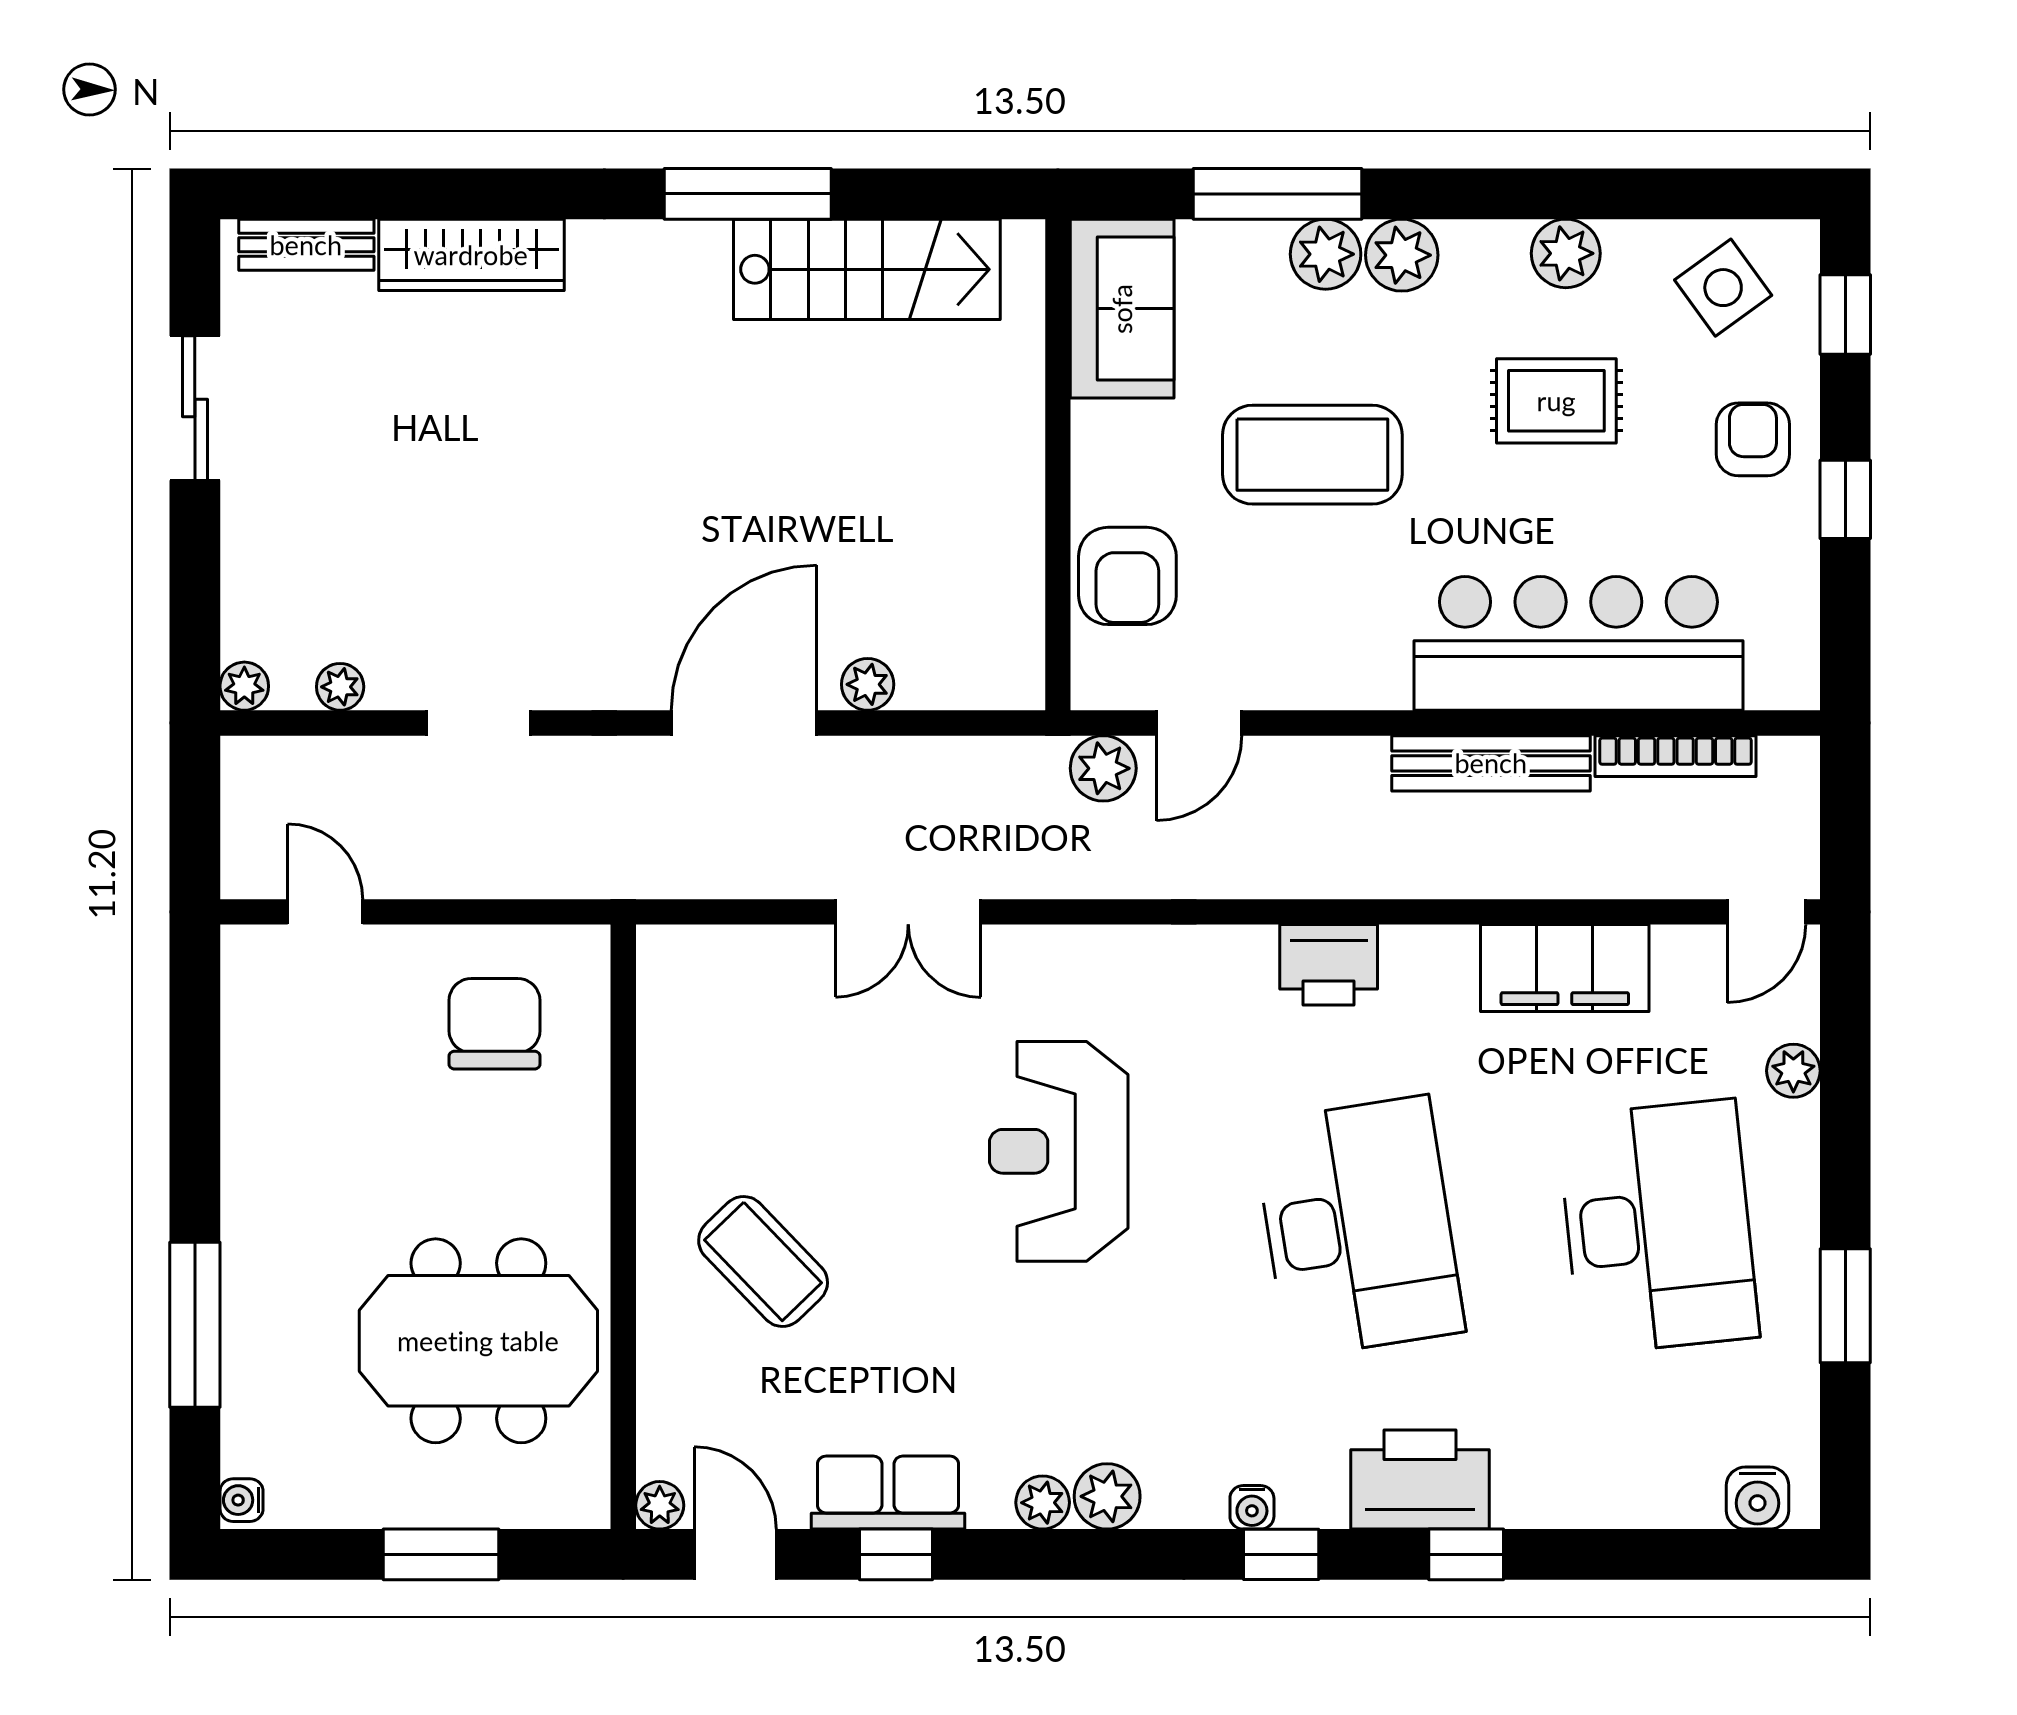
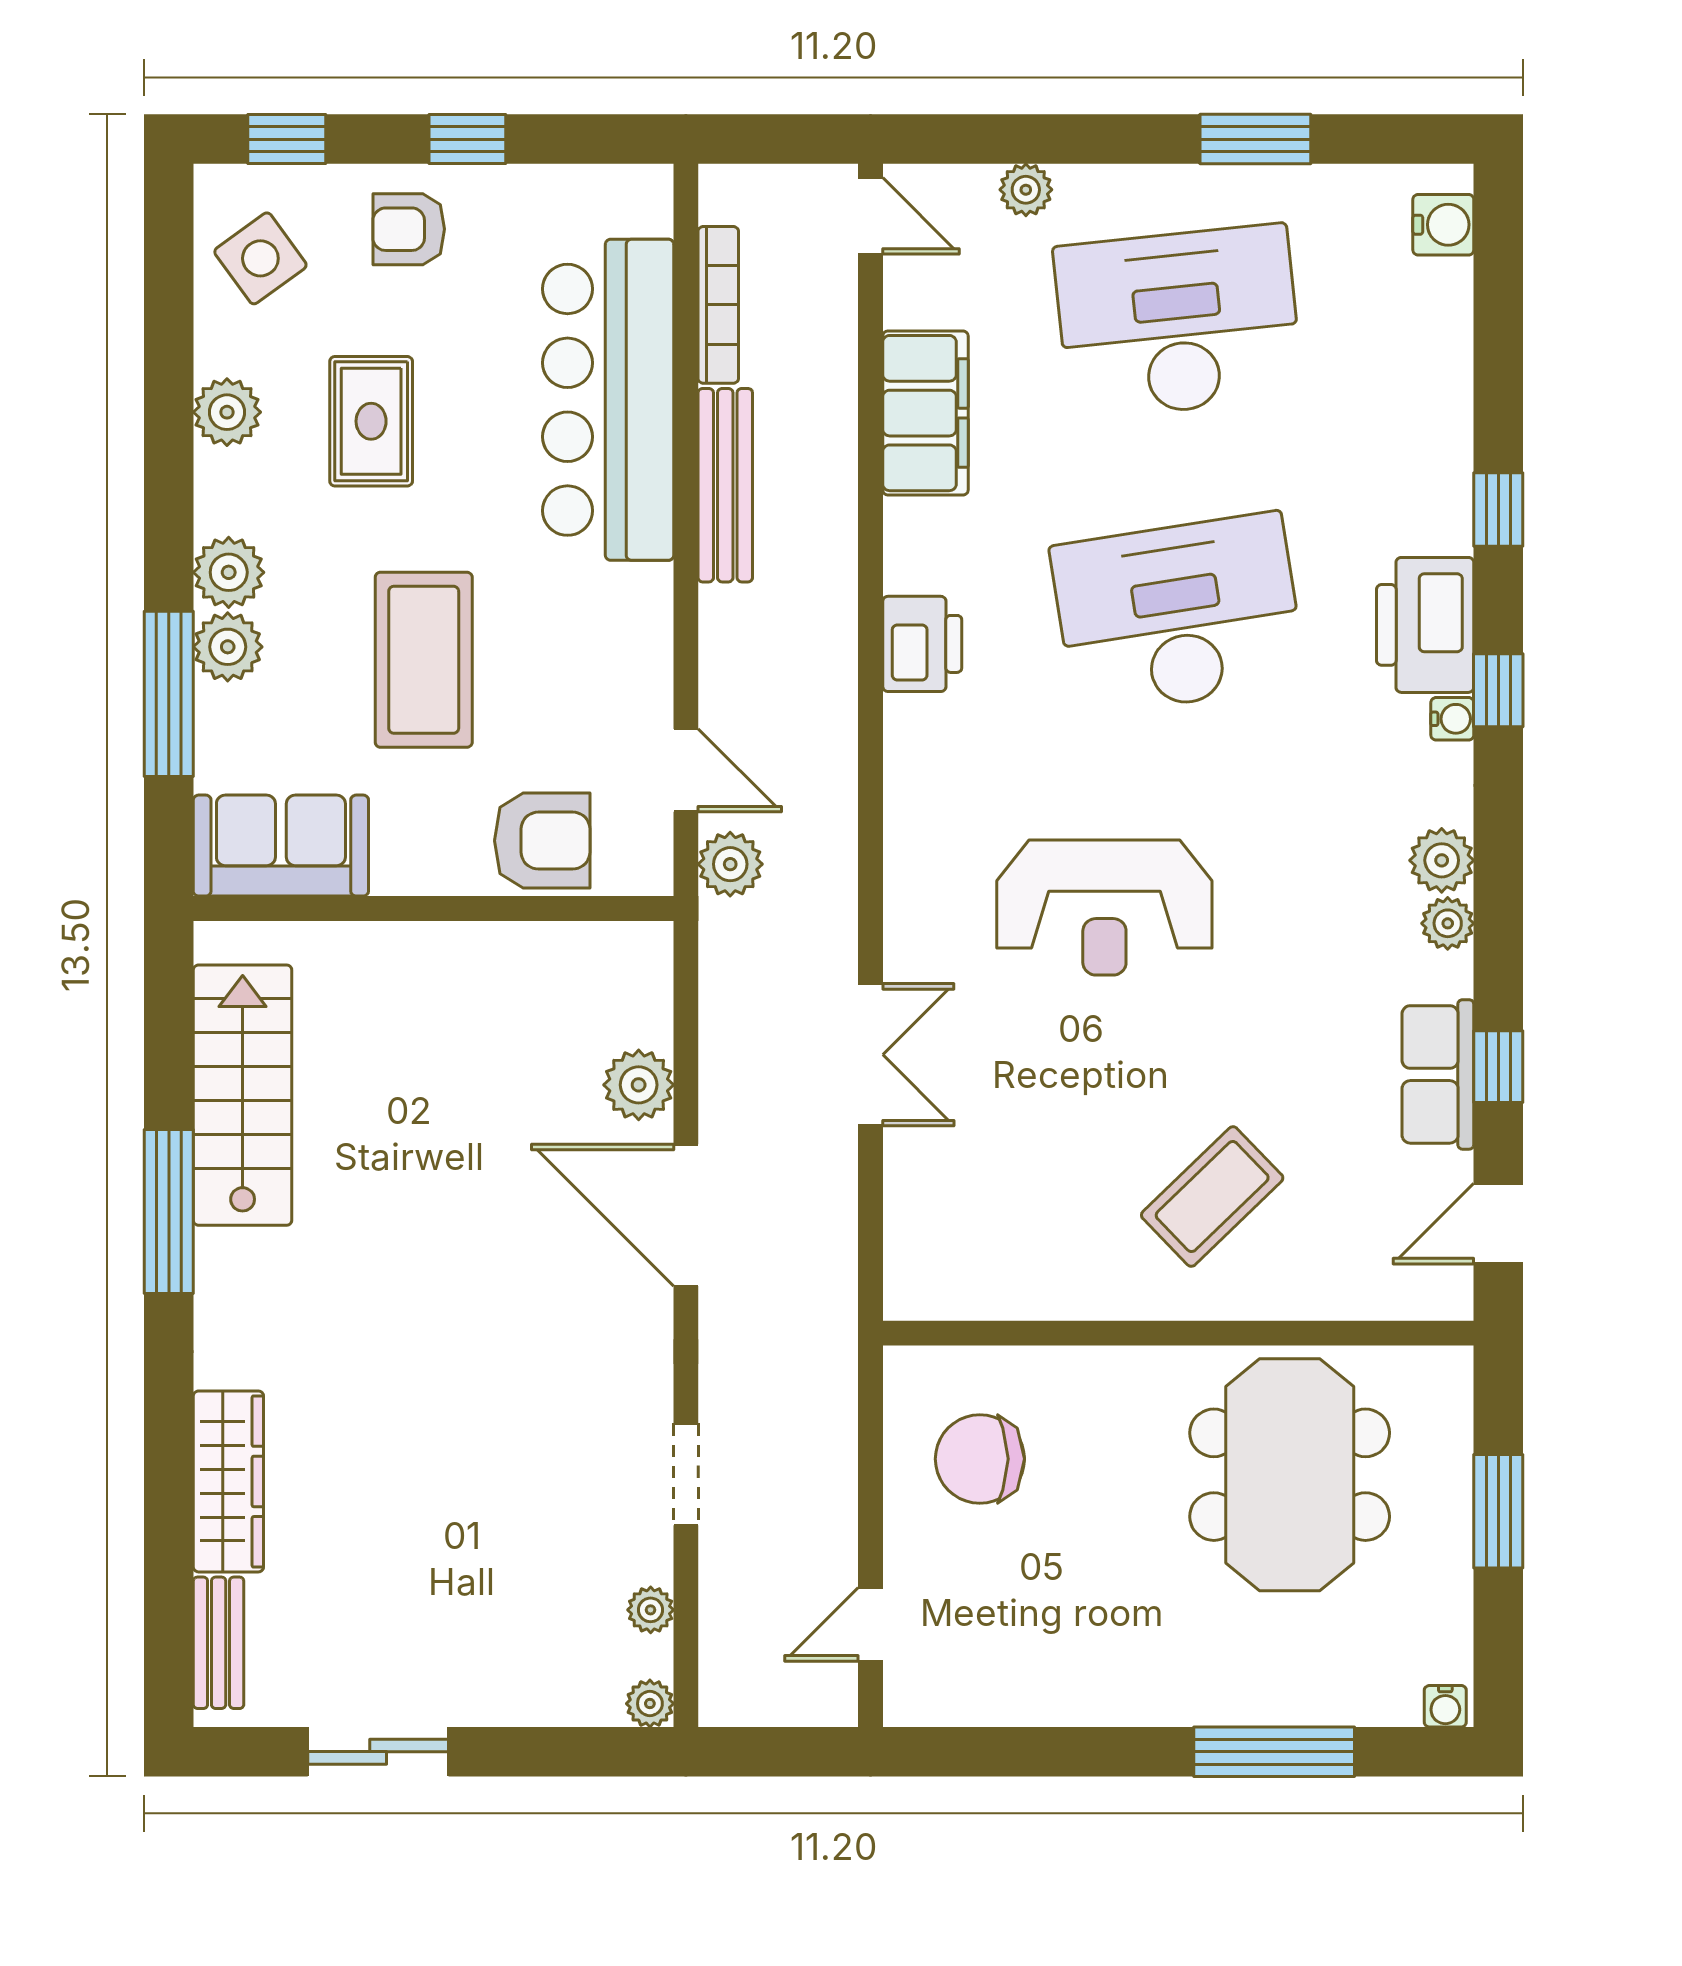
plant: (868, 684) -> (639, 1085), width x1.38, depth x1.38
printer: (1420, 1479) -> (1425, 625), moved
plant: (660, 1505) -> (1450, 1298), removed

